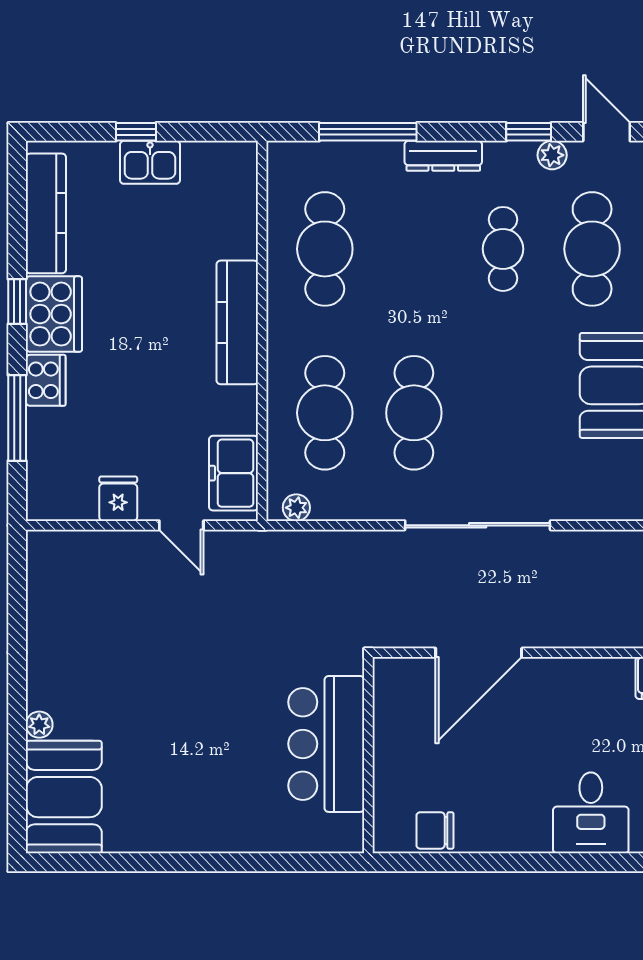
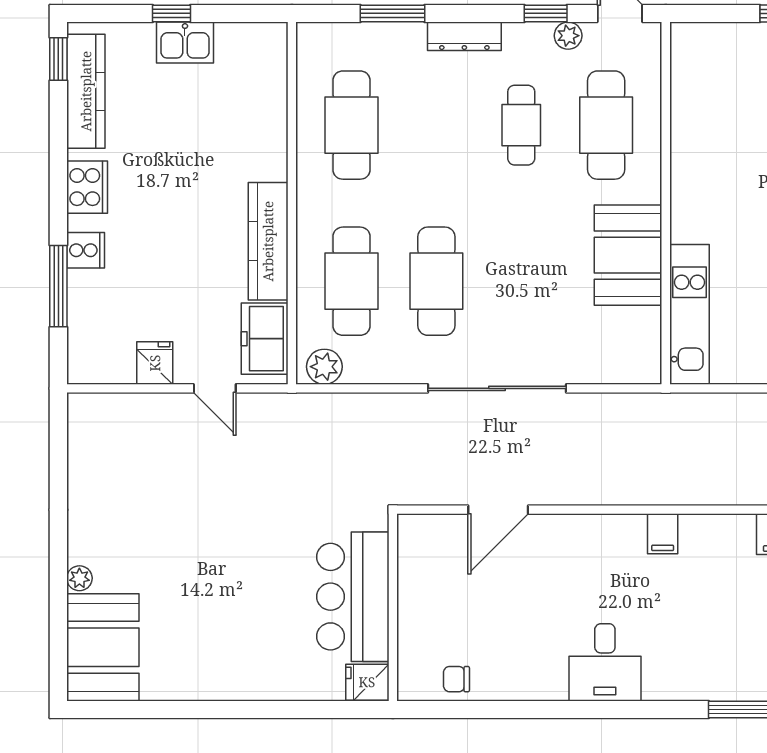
window: (368, 132) -> (392, 13), width x0.69
window: (17, 302) -> (58, 59), moved
cooker: (54, 314) -> (87, 187), width x0.73, depth x0.76
kitchen counter: (237, 322) -> (268, 241), moved
cooker: (46, 380) -> (86, 250), width x0.73
plant: (296, 508) -> (324, 367), width x1.38, depth x1.38
door: (479, 653) -> (498, 510), width x0.73
chair: (435, 830) -> (456, 679), width x0.73, depth x0.73
fridge: (341, 834) -> (367, 682), added

